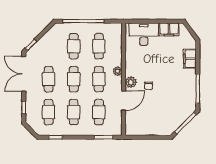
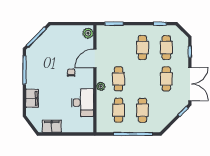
desk: (144, 34) -> (83, 103), moved, turned -90
cafe table: (74, 79) -> (142, 79), removed
plant: (131, 82) -> (88, 33), moved
cafe table: (99, 112) -> (119, 48), removed

